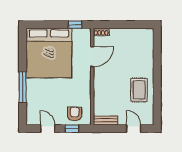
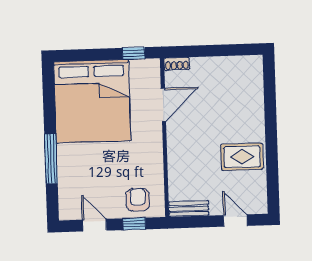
rug: (139, 90) -> (242, 157), turned 90

